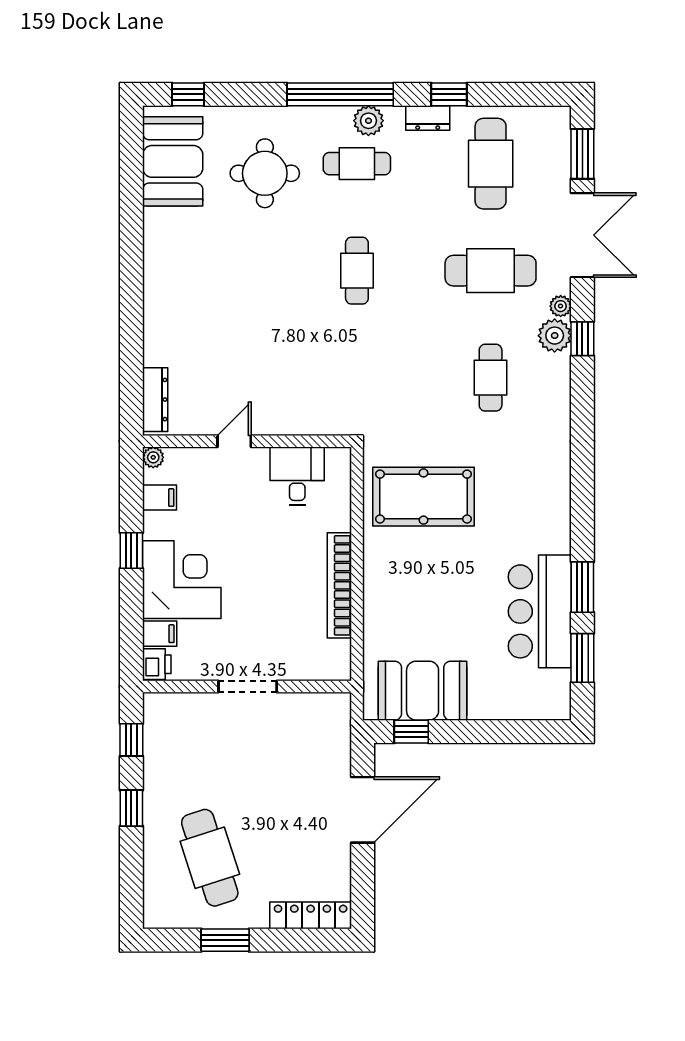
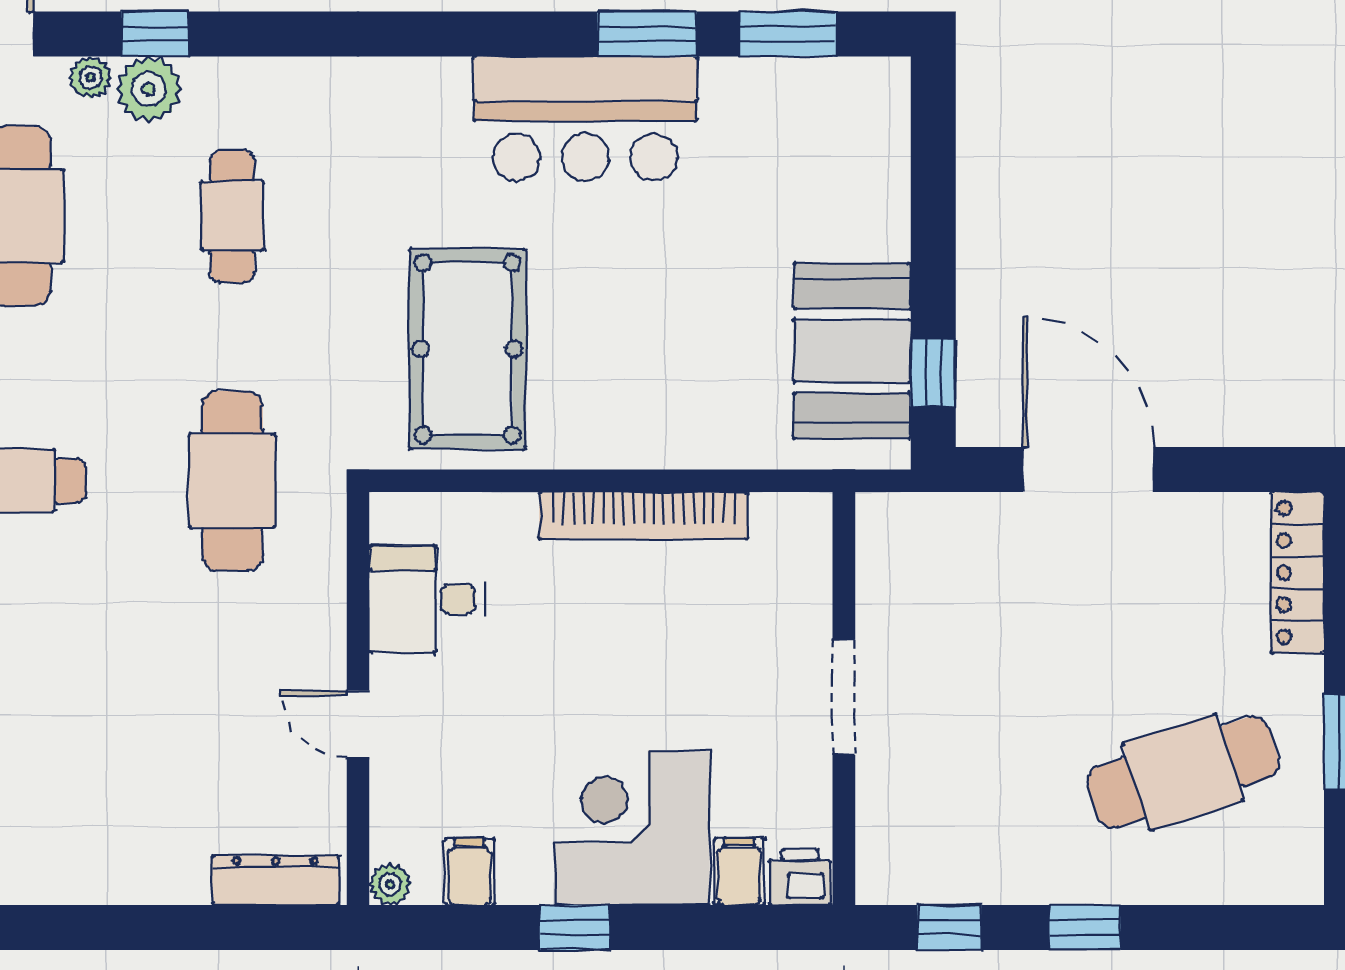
cafe table: (357, 378) -> (232, 481), added
cafe table: (491, 378) -> (232, 216), turned 90
bar counter: (540, 611) -> (585, 119), moved

